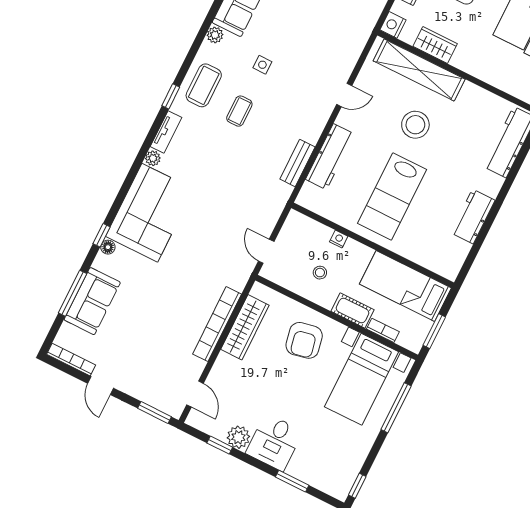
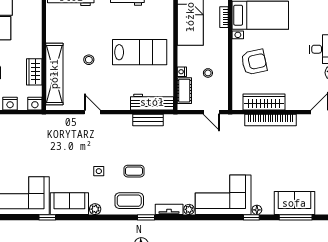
stool: (415, 125) -> (89, 60), width x0.53, depth x0.53
workbench: (330, 157) -> (152, 102), moved
door: (266, 251) -> (211, 112), hinge flipped
cot: (353, 310) -> (184, 91), moved

